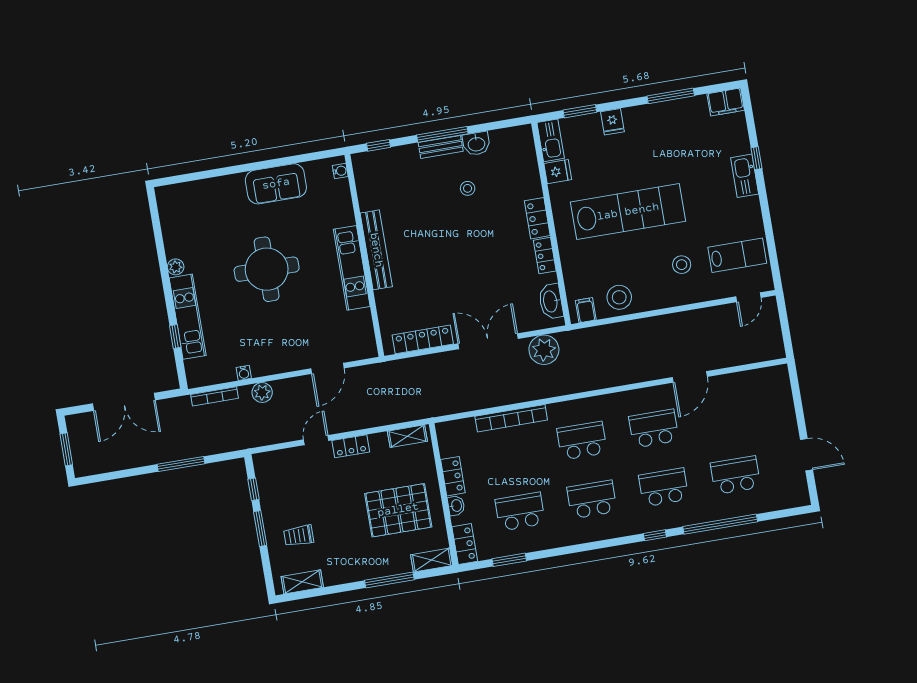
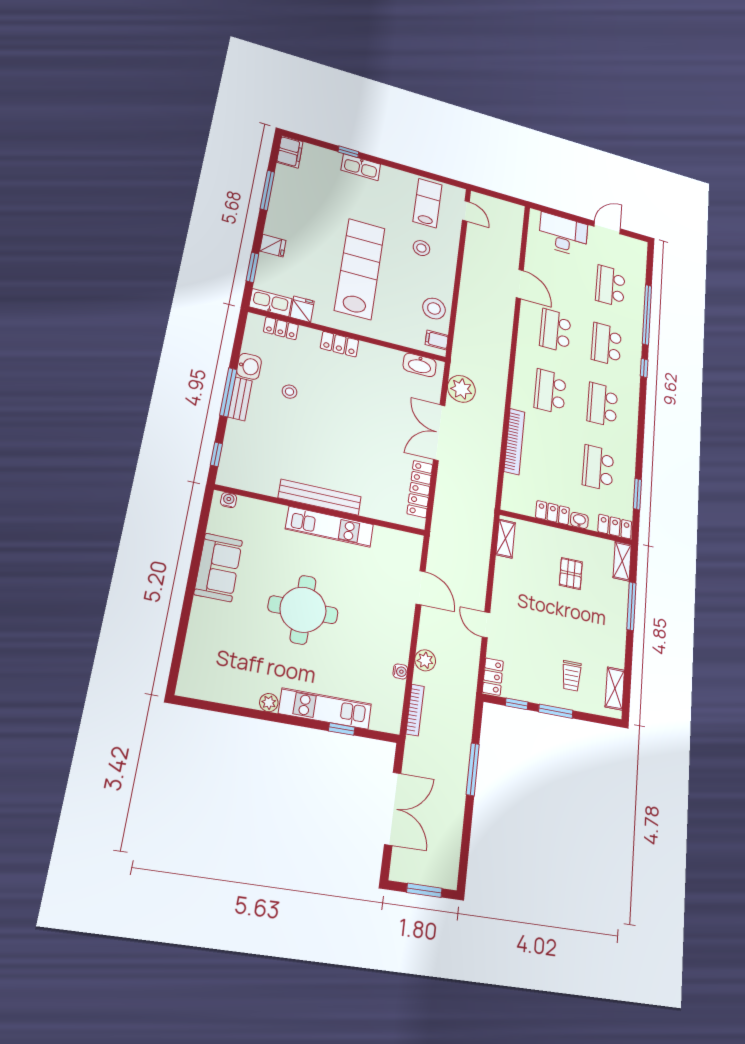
locker: (545, 256) -> (281, 328), moved
desk: (773, 408) -> (563, 235), added
locker: (351, 446) -> (493, 677), moved
pallet: (398, 510) -> (571, 574), width x0.49, depth x0.50

